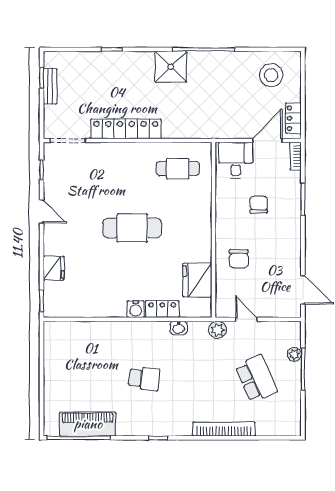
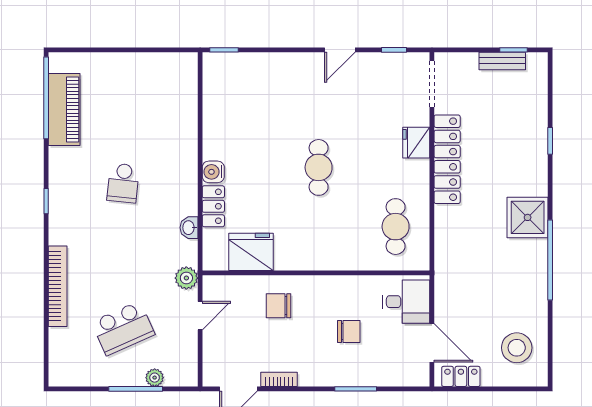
bookcase: (296, 156) -> (279, 379), moved
cafe table: (132, 228) -> (319, 167), width x0.73, depth x0.74
fridge: (54, 268) -> (416, 143), moved, turned 90

